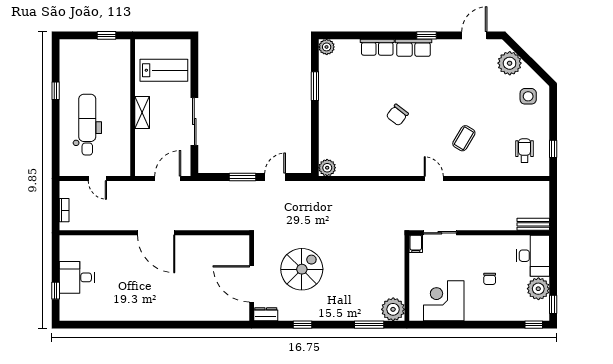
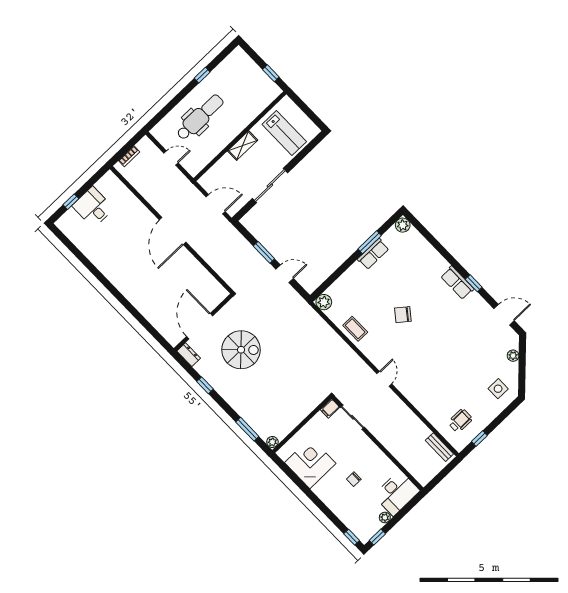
row of seats: (377, 47) -> (373, 254), moved, turned -90
plant: (510, 63) -> (513, 356), width x0.53, depth x0.53
coffee table: (464, 138) -> (355, 329), moved, turned 59
door: (97, 178) -> (171, 158), swing flipped
bench: (533, 224) -> (439, 447), moved
plant: (538, 289) -> (385, 517), width x0.53, depth x0.53
plant: (393, 309) -> (272, 442), width x0.53, depth x0.53

